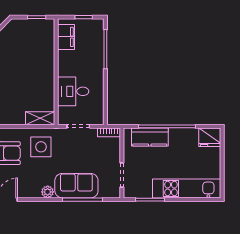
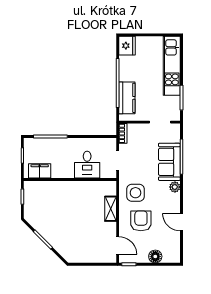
shelving: (40, 118) -> (111, 209), moved

